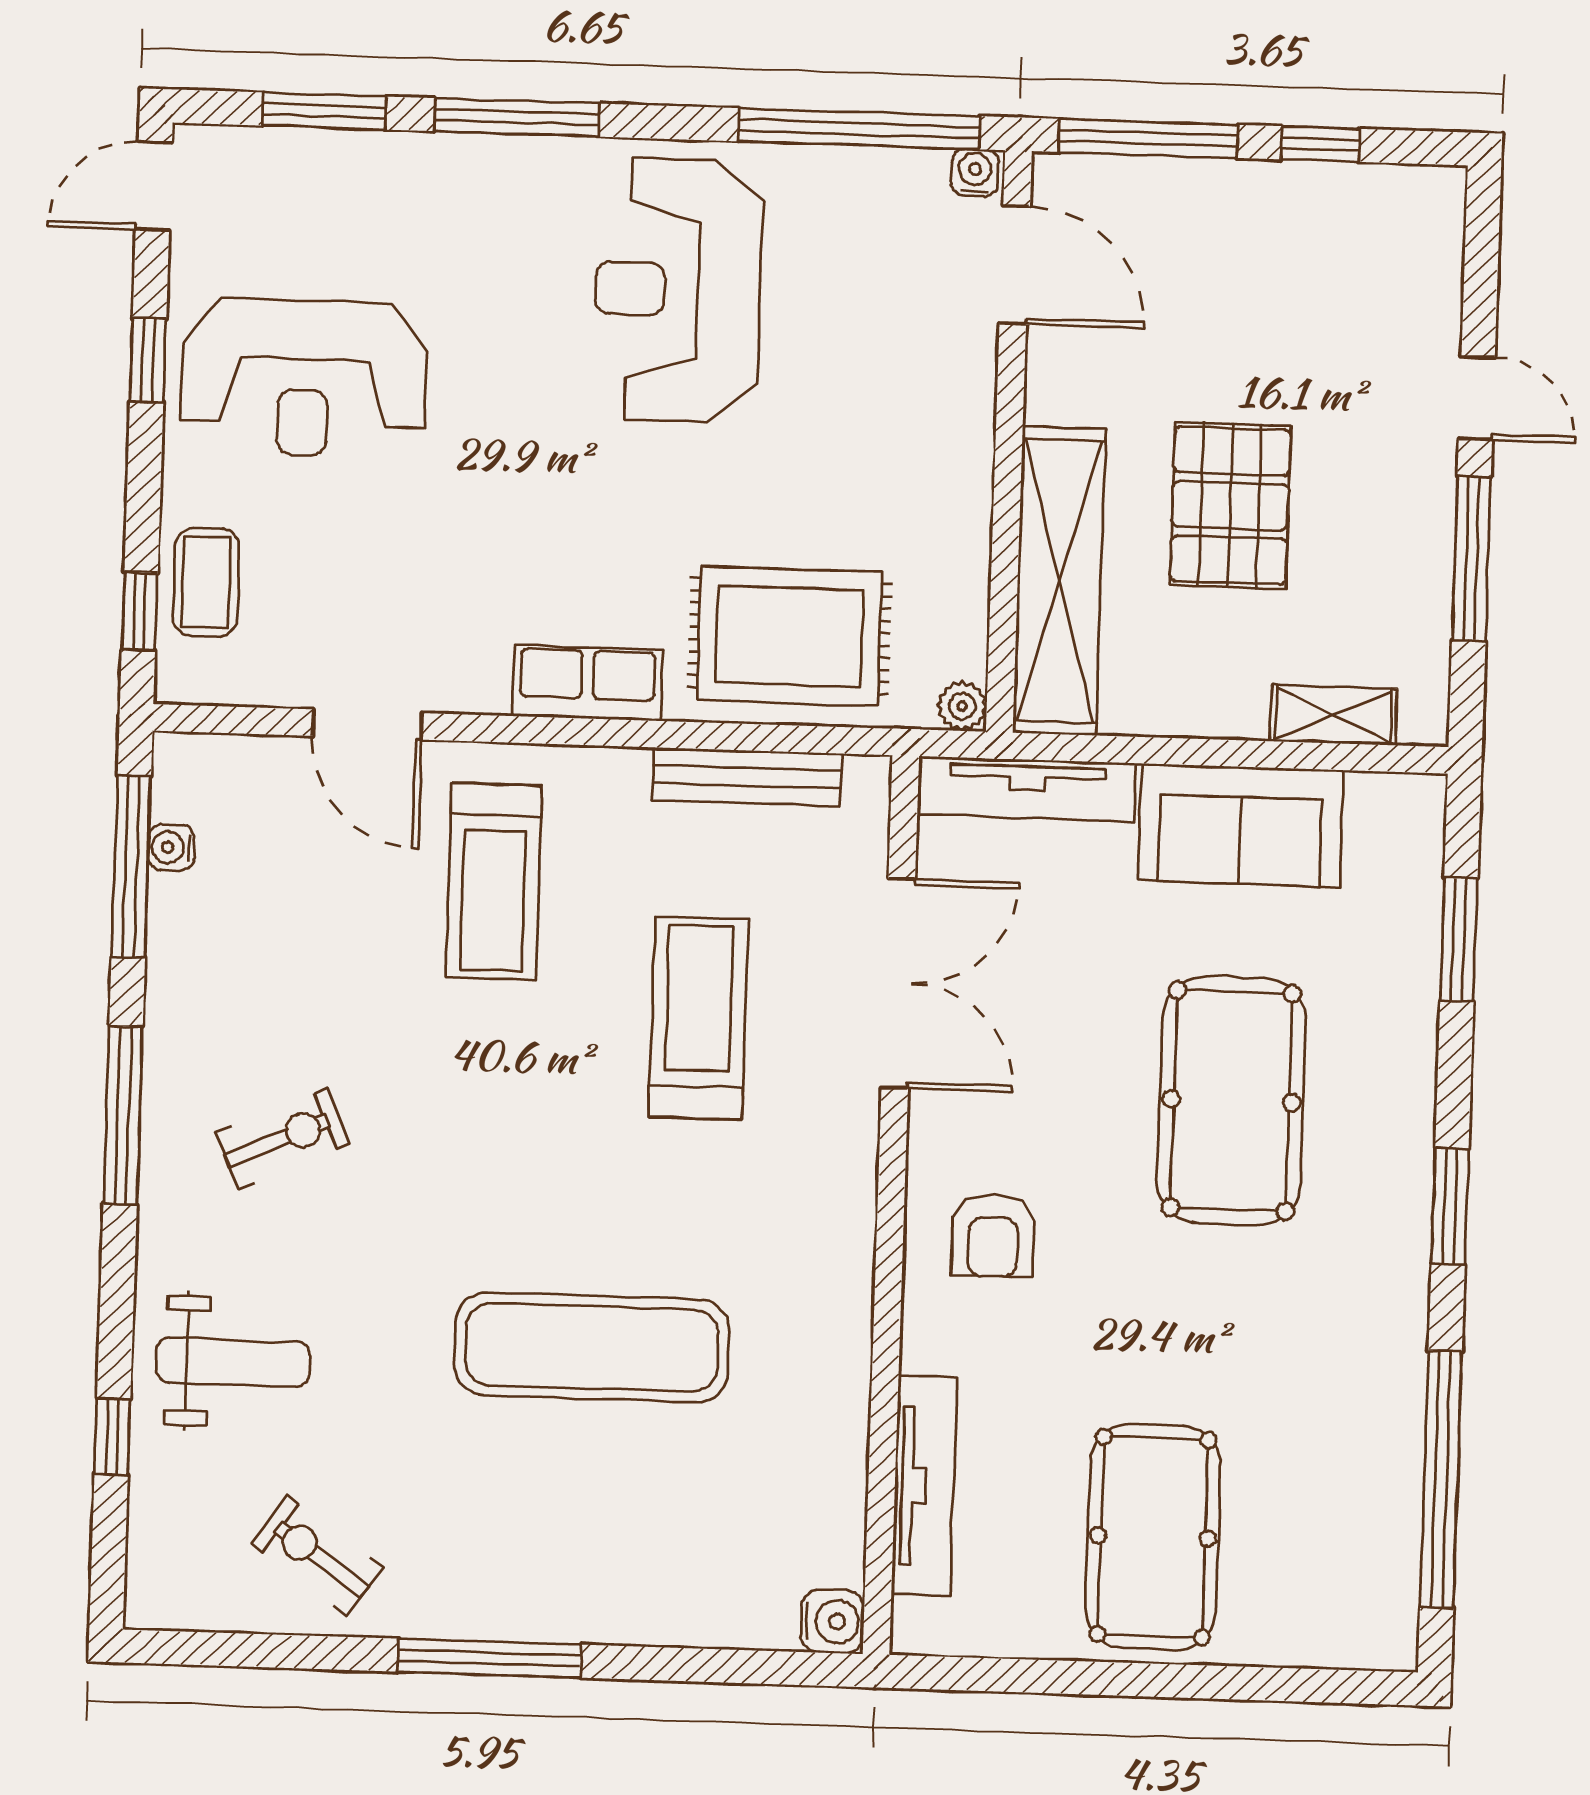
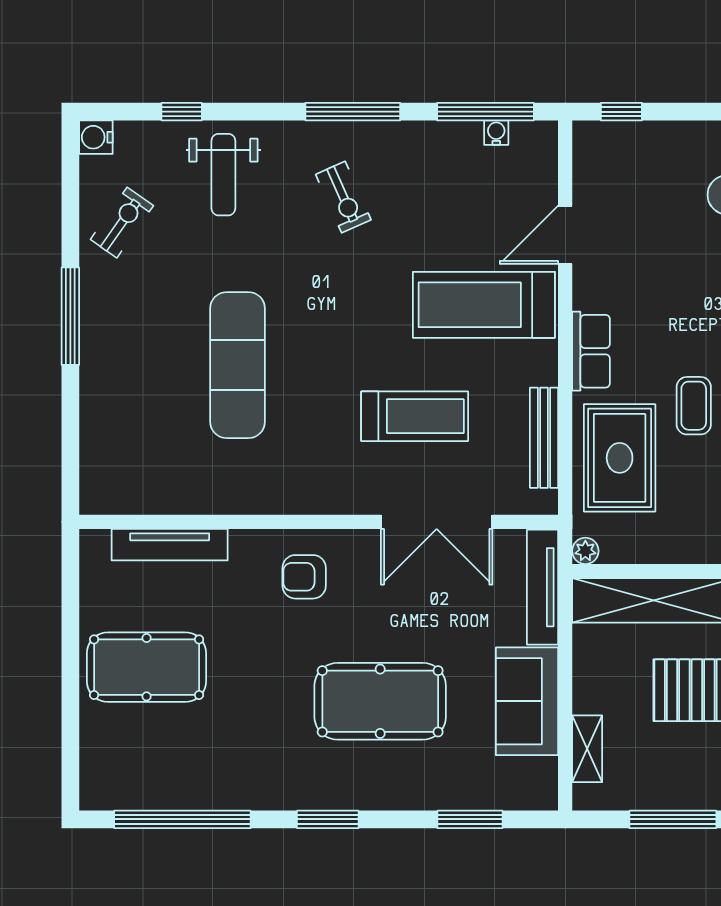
coffee table: (206, 582) -> (694, 406), moved, turned 90
treadmill: (494, 881) -> (484, 305), width x1.37, depth x1.38
water cooler: (832, 1622) -> (96, 137), moved, turned 90

